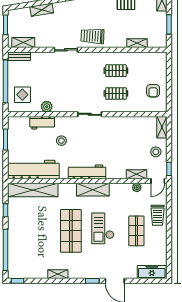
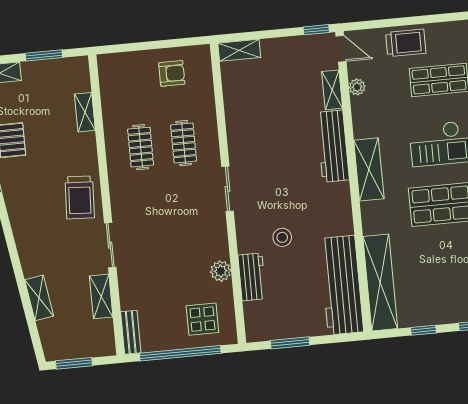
shelving: (23, 43) -> (101, 296), moved
stool: (156, 152) -> (286, 57), removed
workbench: (87, 172) -> (333, 146), moved

